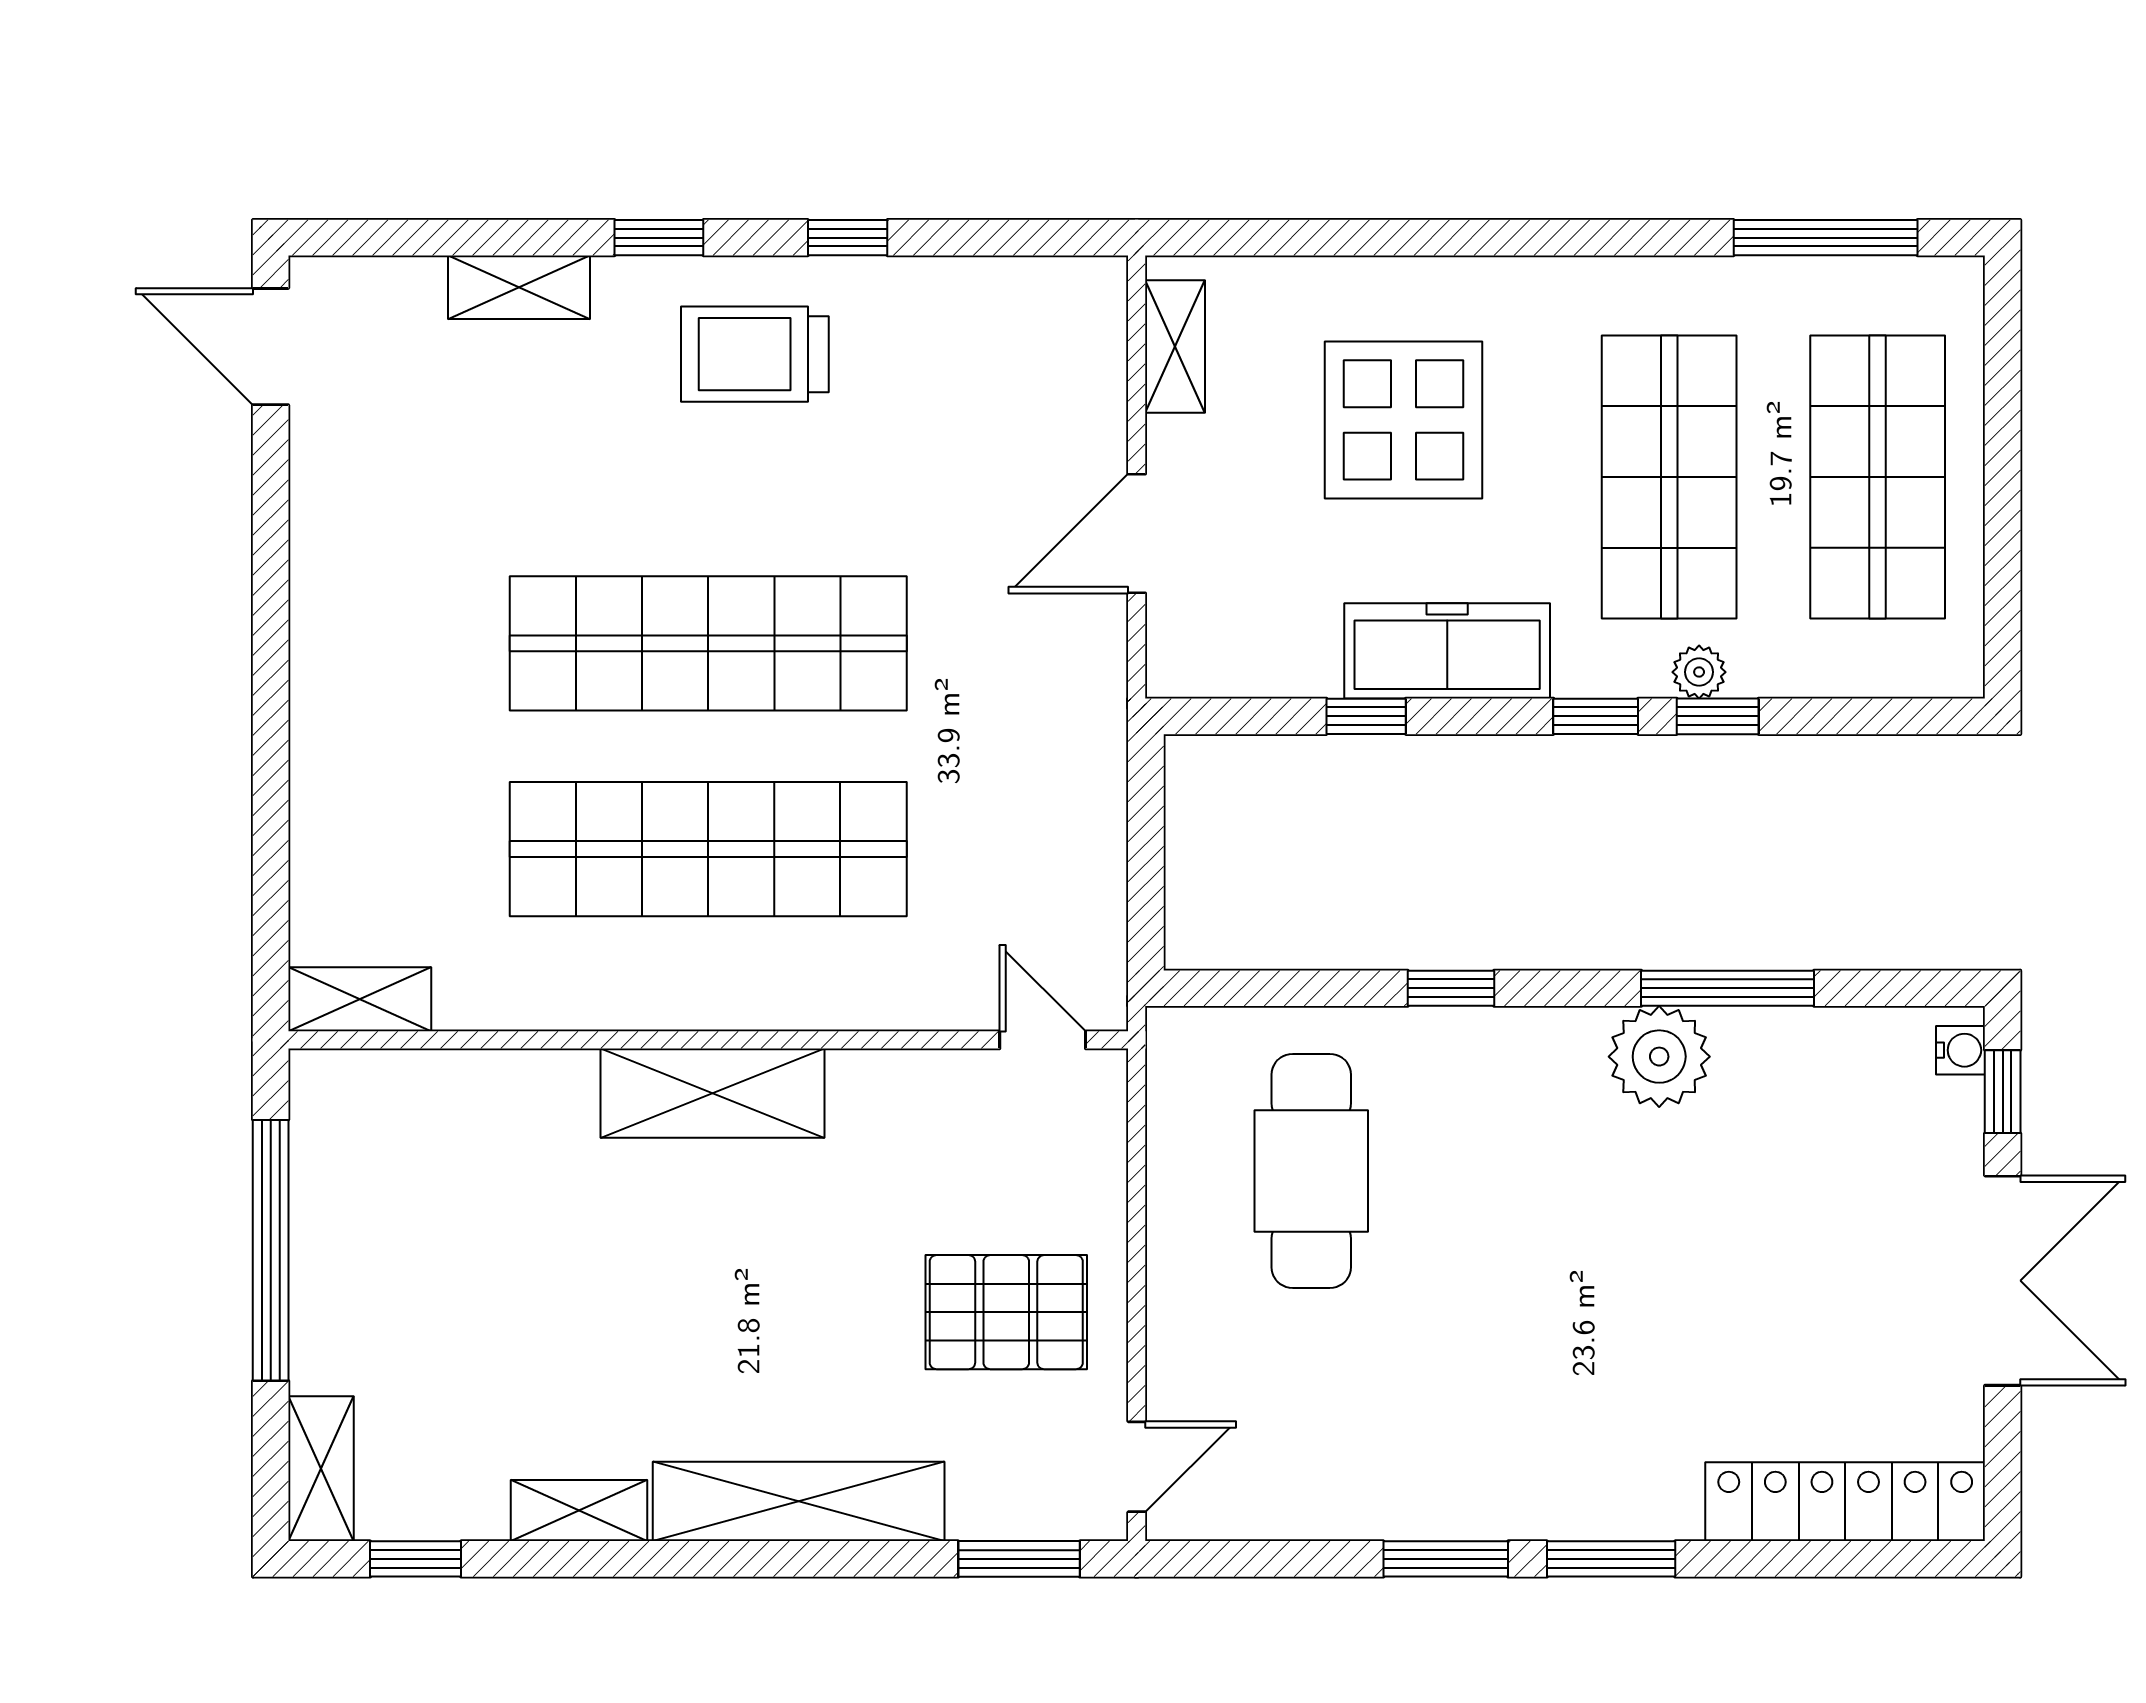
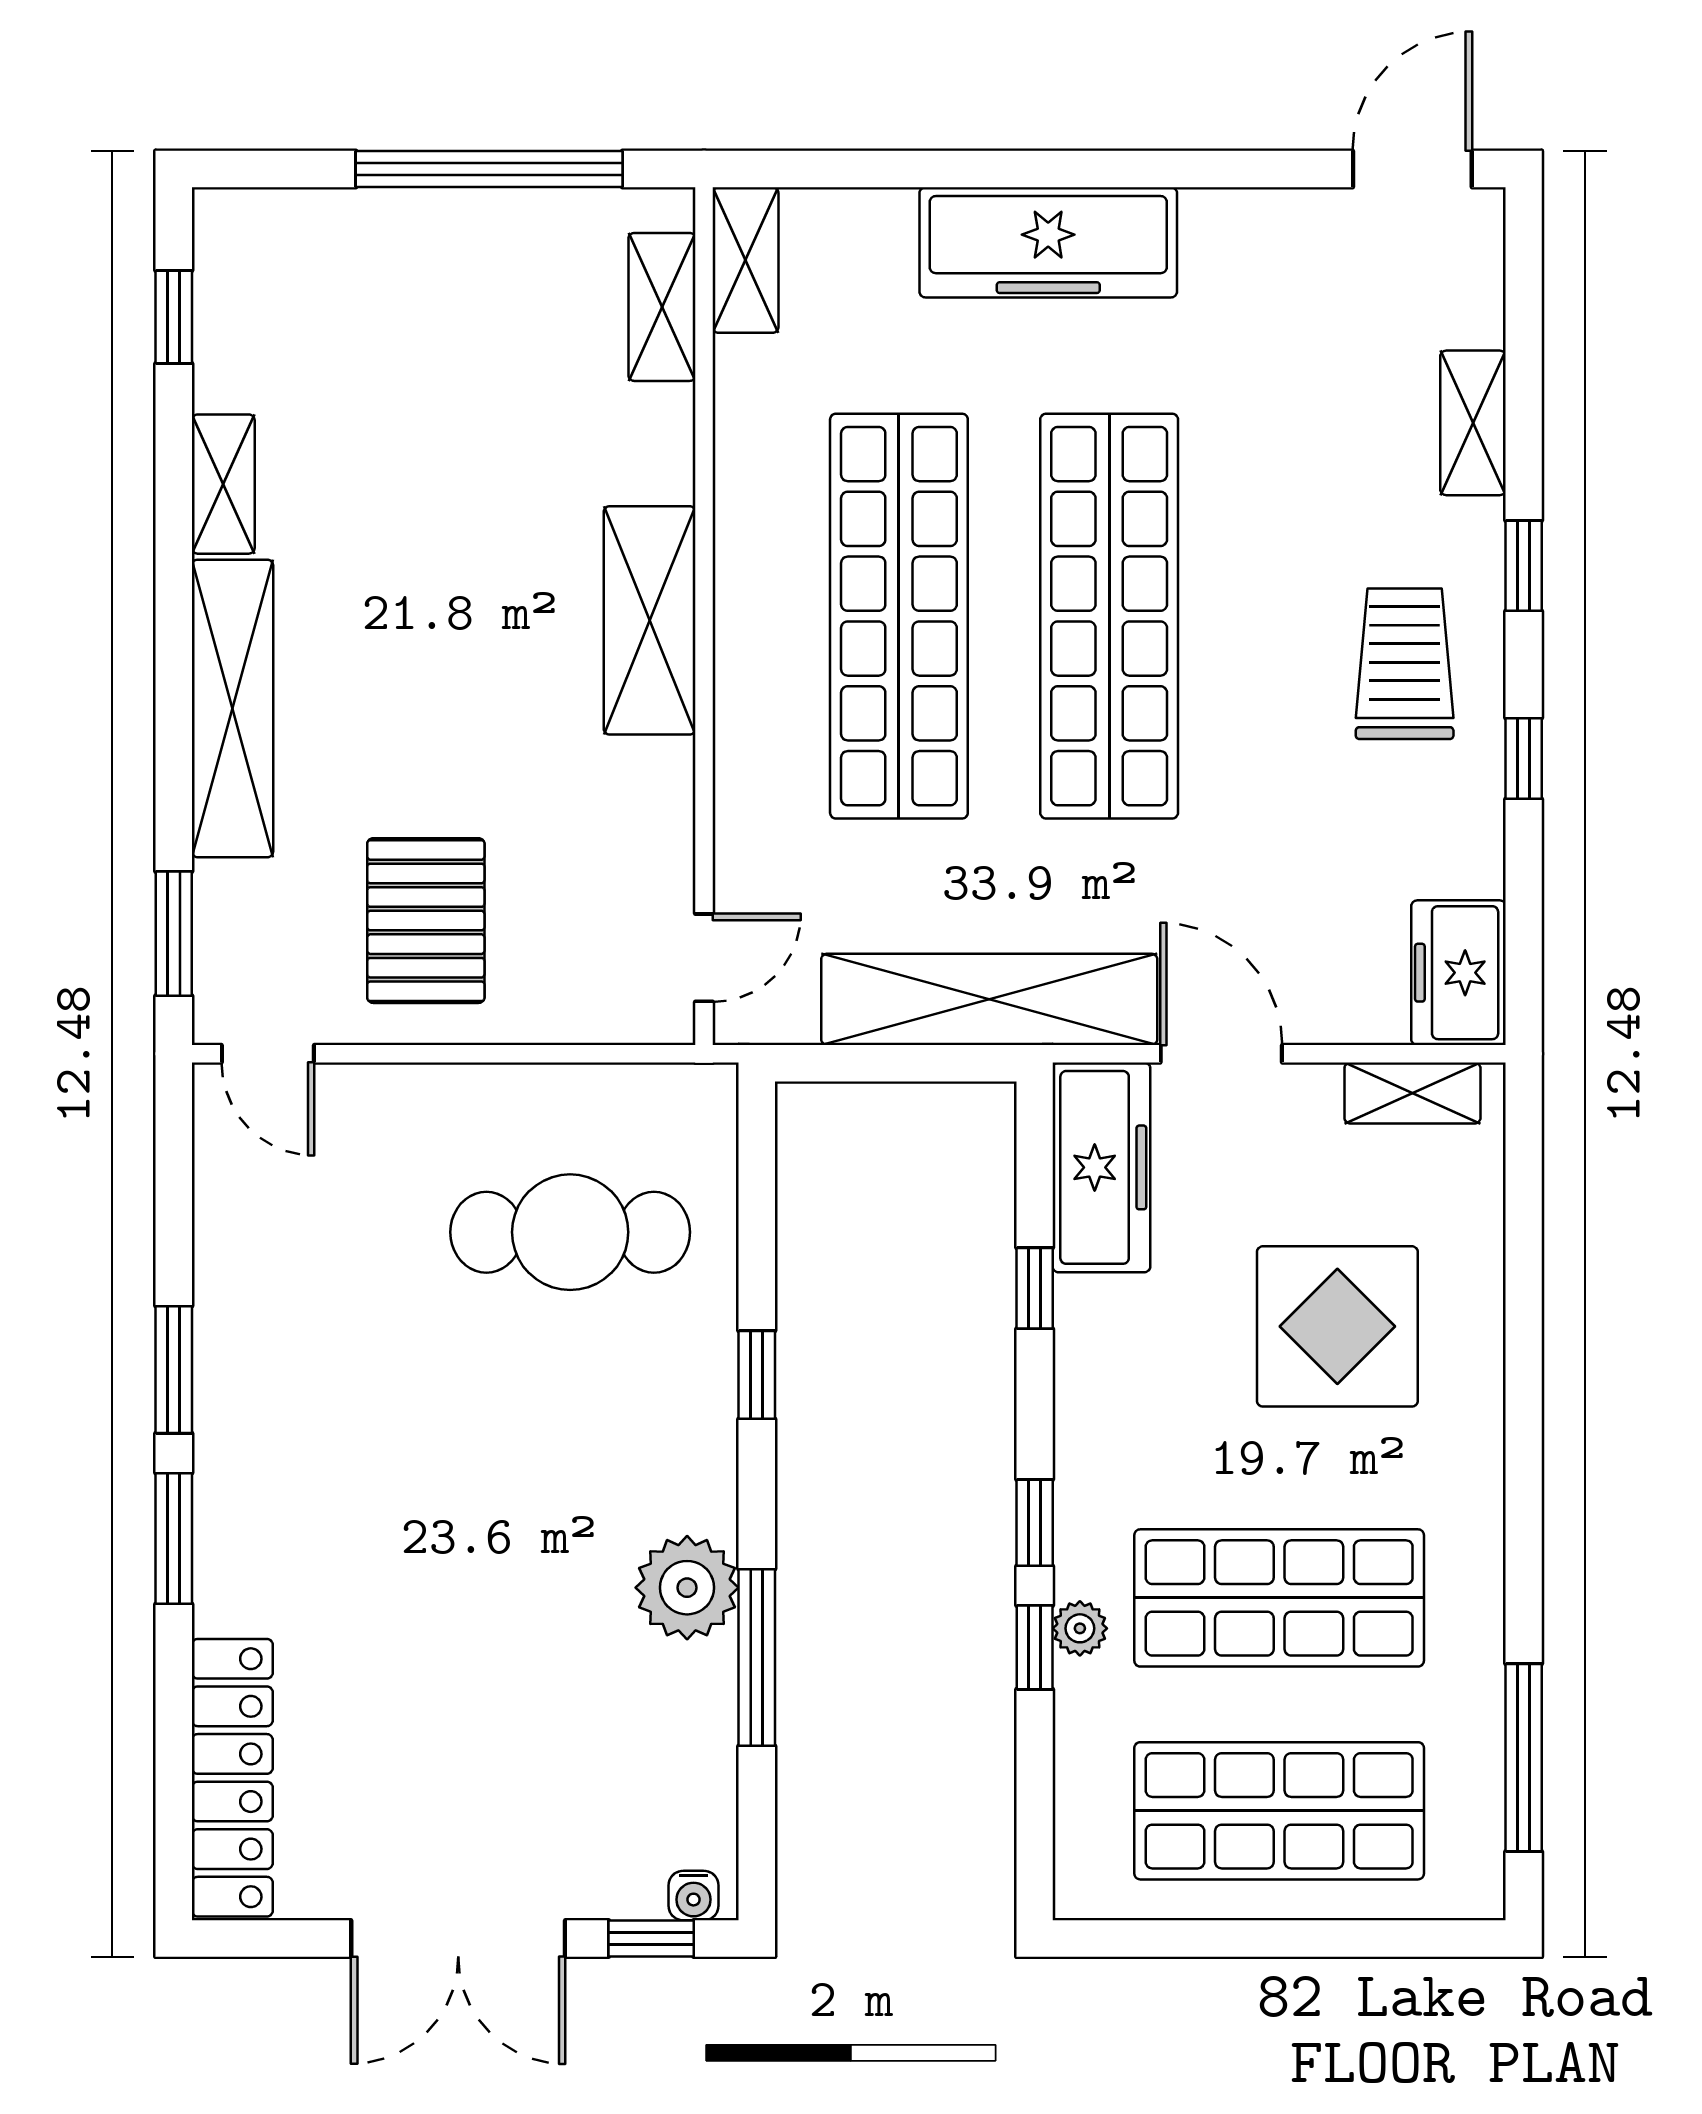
freezer: (1057, 301) -> (1458, 973), added
freezer: (1447, 651) -> (1101, 1167), moved
freezer: (342, 703) -> (1048, 242), added
shelving: (1083, 761) -> (989, 999), added
shelving: (321, 1469) -> (662, 307), moved, turned 90

